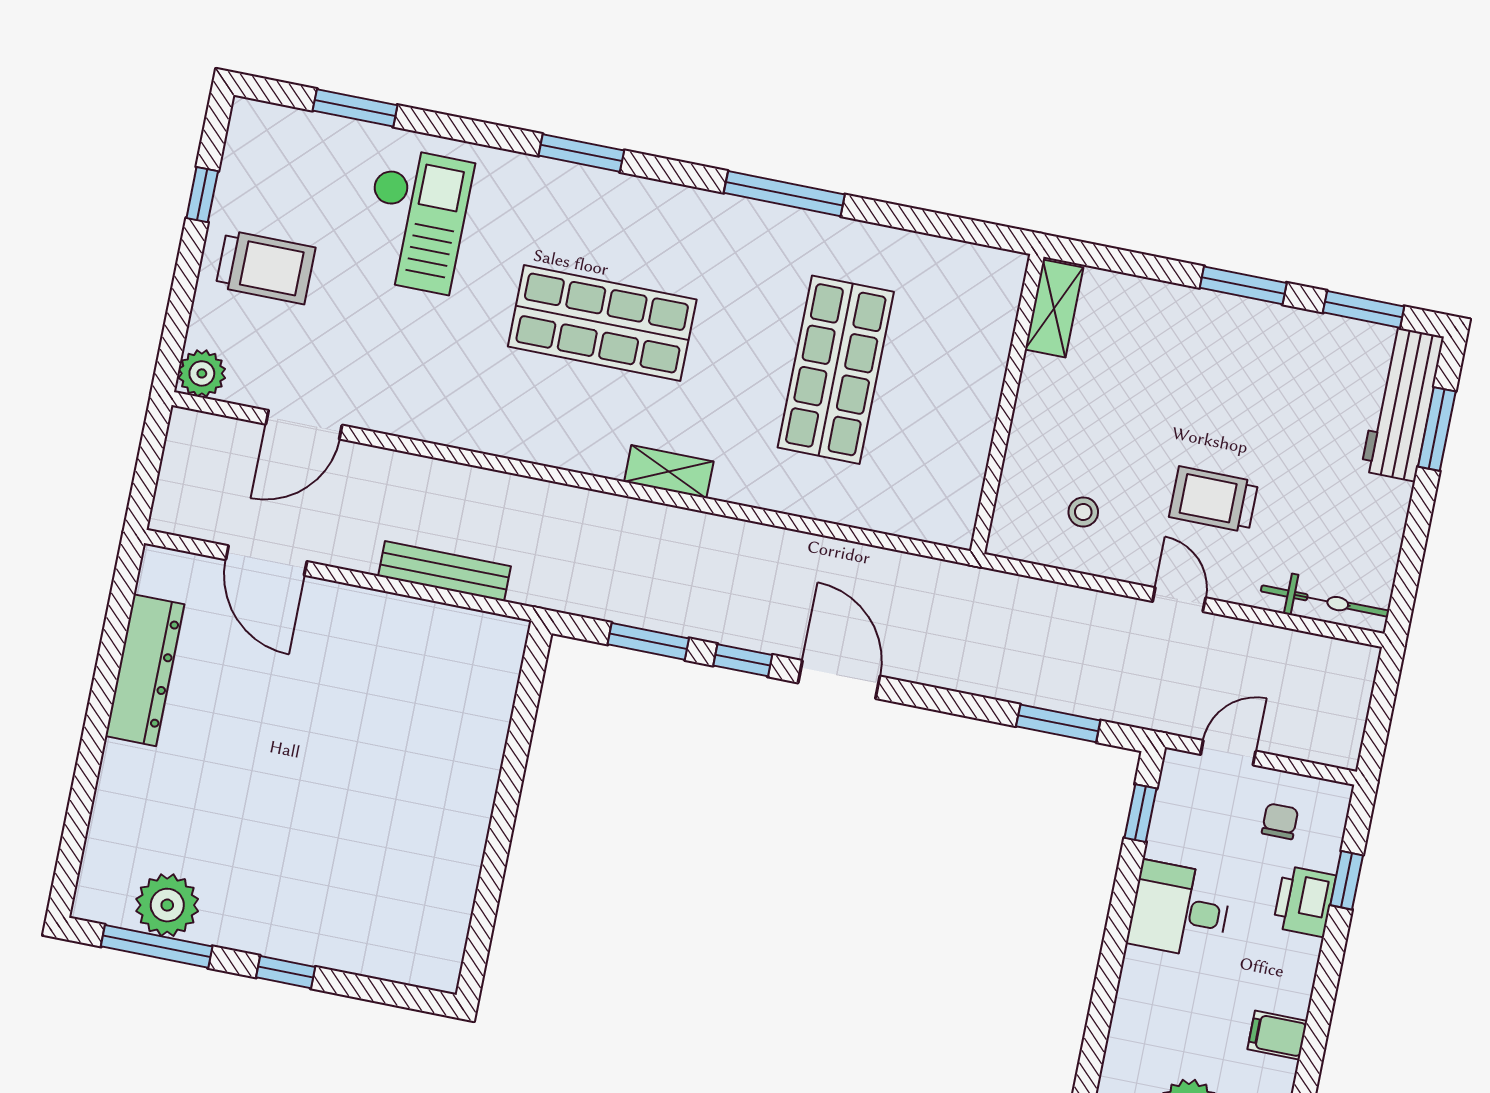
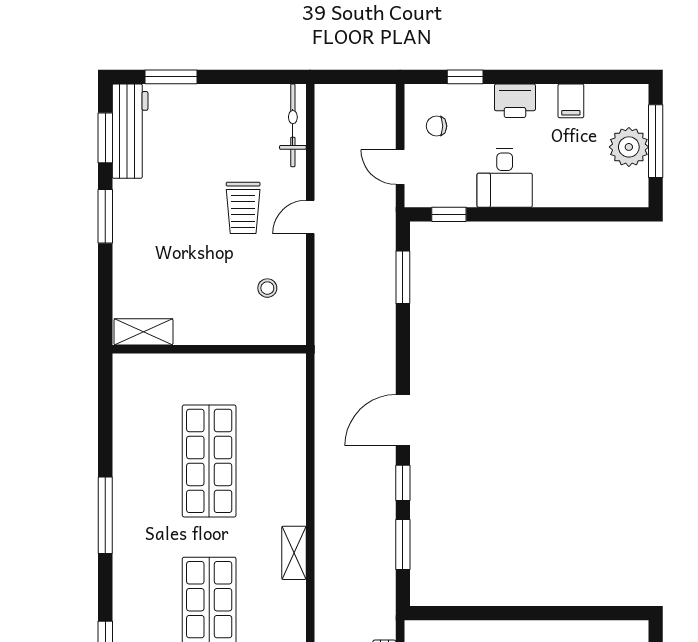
shop shelf: (836, 370) -> (209, 461), turned 90
workbench: (1402, 404) -> (130, 131), moved, turned -90
printer: (1304, 901) -> (515, 101), moved

